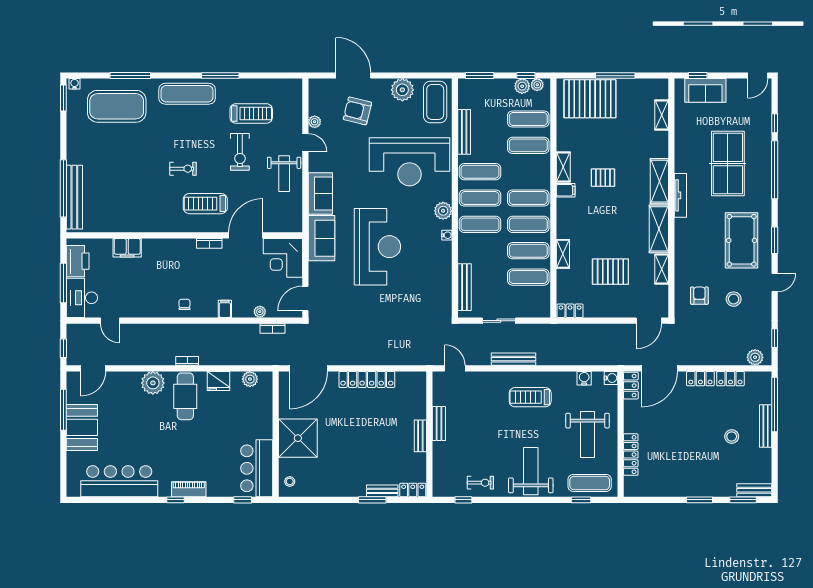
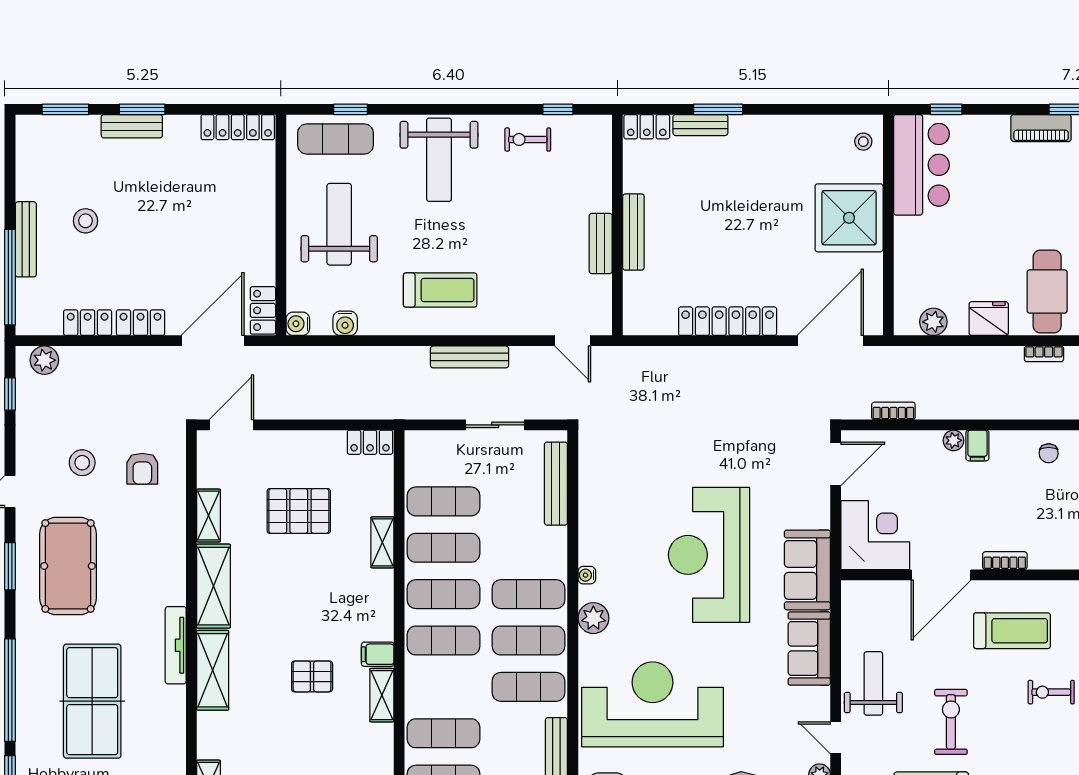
plant: (260, 312) -> (954, 440), moved
bench: (420, 436) -> (633, 232), width x1.36
locker: (631, 455) -> (238, 127), moved, turned -90
bench: (754, 490) -> (132, 126), moved

